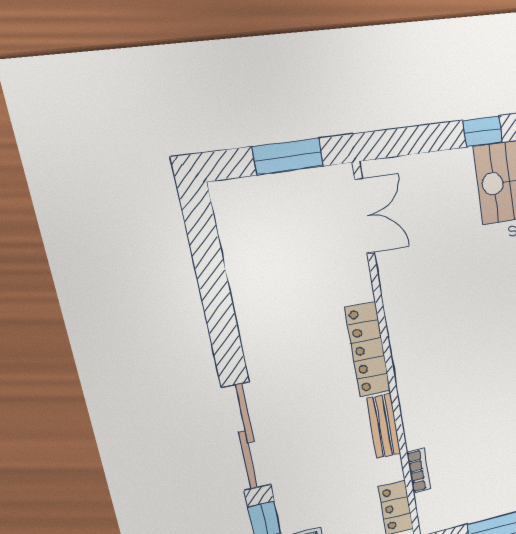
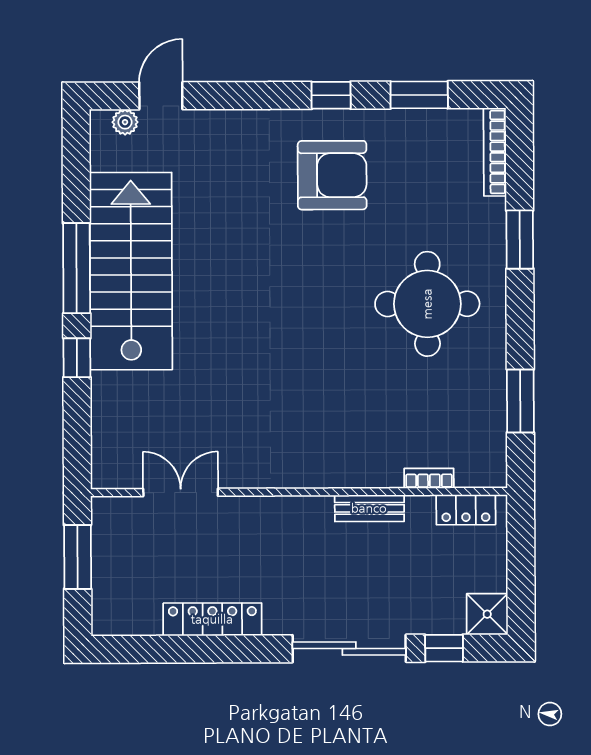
double door: (365, 216) -> (181, 492), moved
locker: (368, 350) -> (212, 619), moved, turned 180

